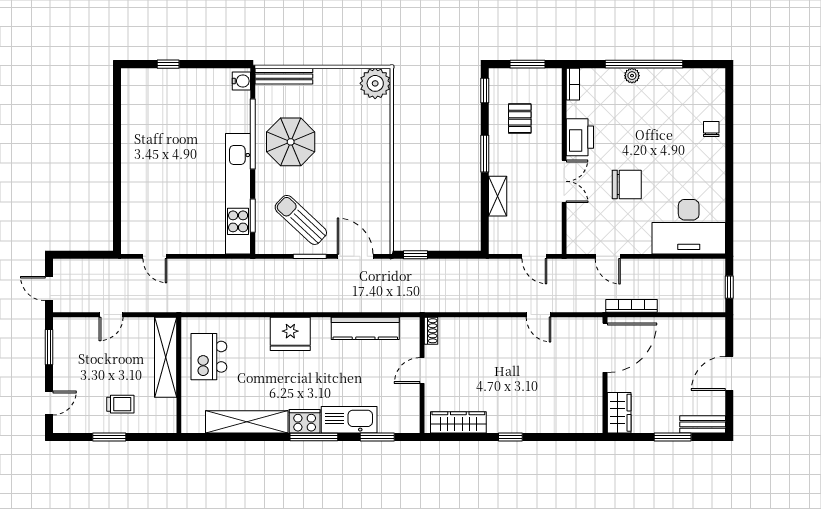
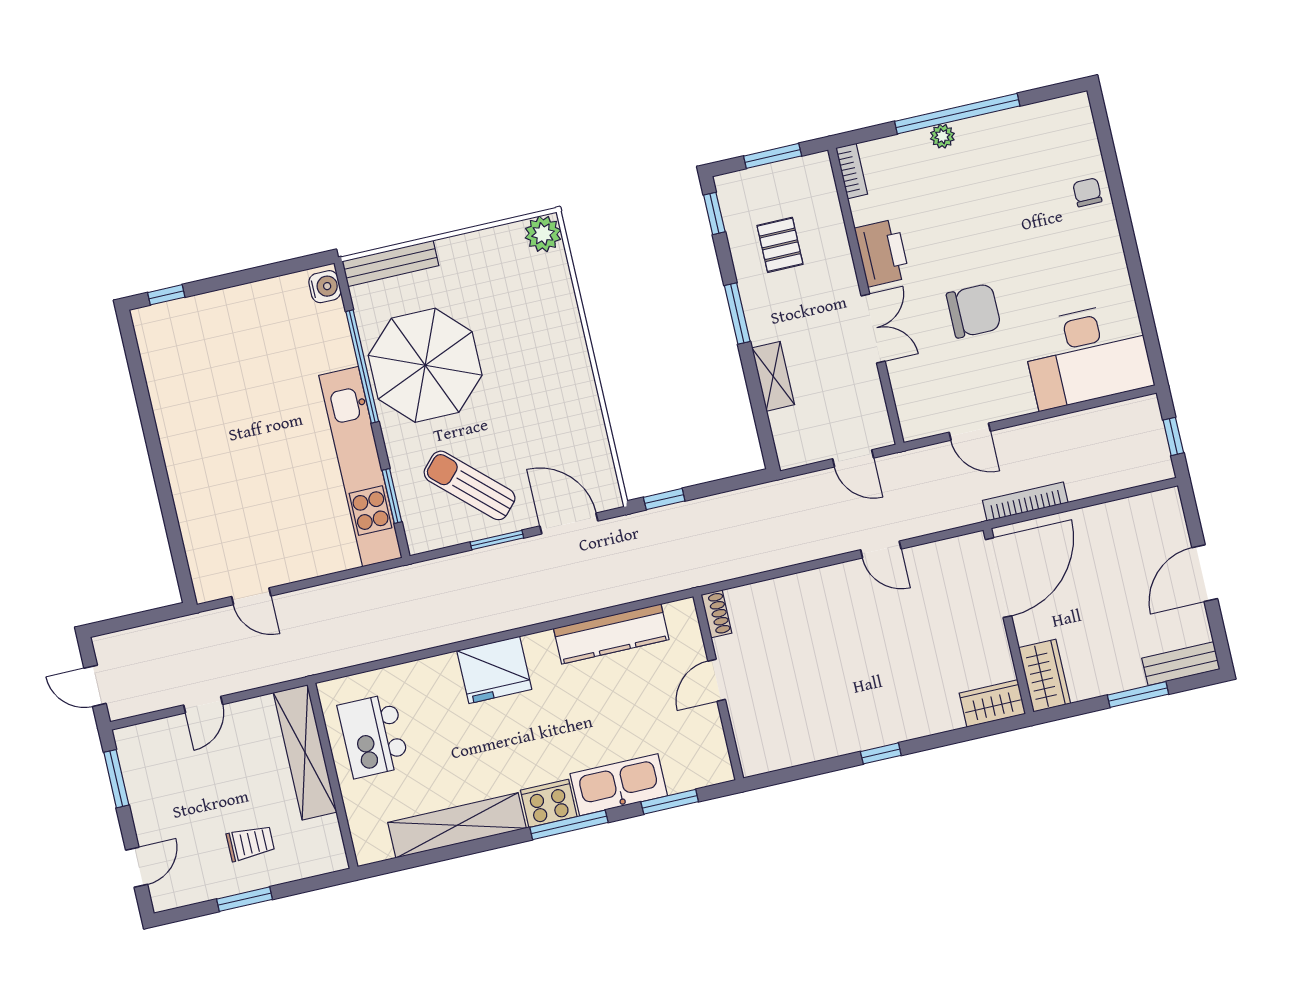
window: (168, 64) -> (166, 295), moved
plant: (375, 83) -> (543, 234), width x0.73, depth x0.73
parasol: (291, 142) -> (425, 365), width x1.36, depth x1.36
wardrobe: (458, 422) -> (992, 703), moved, width x0.67

